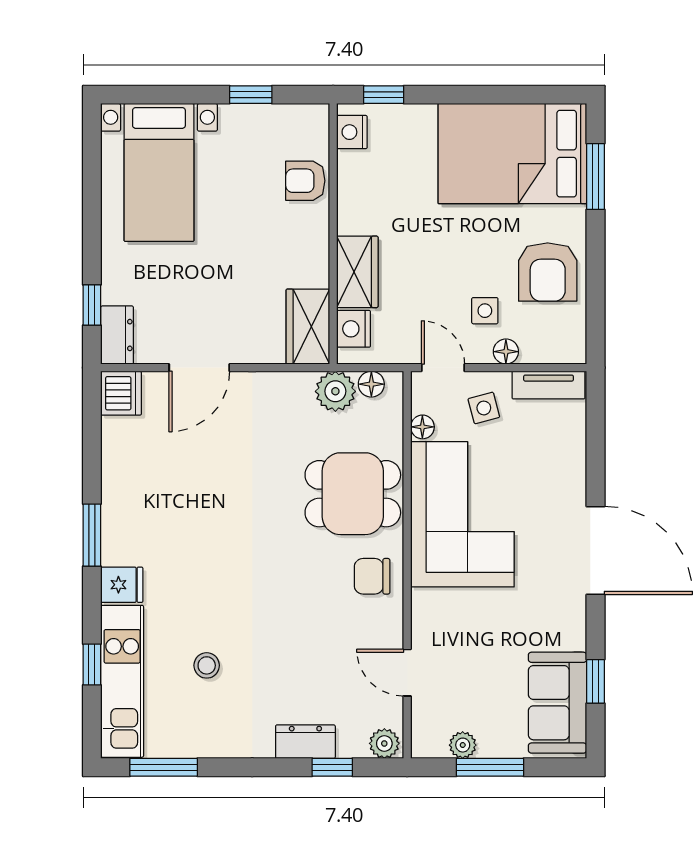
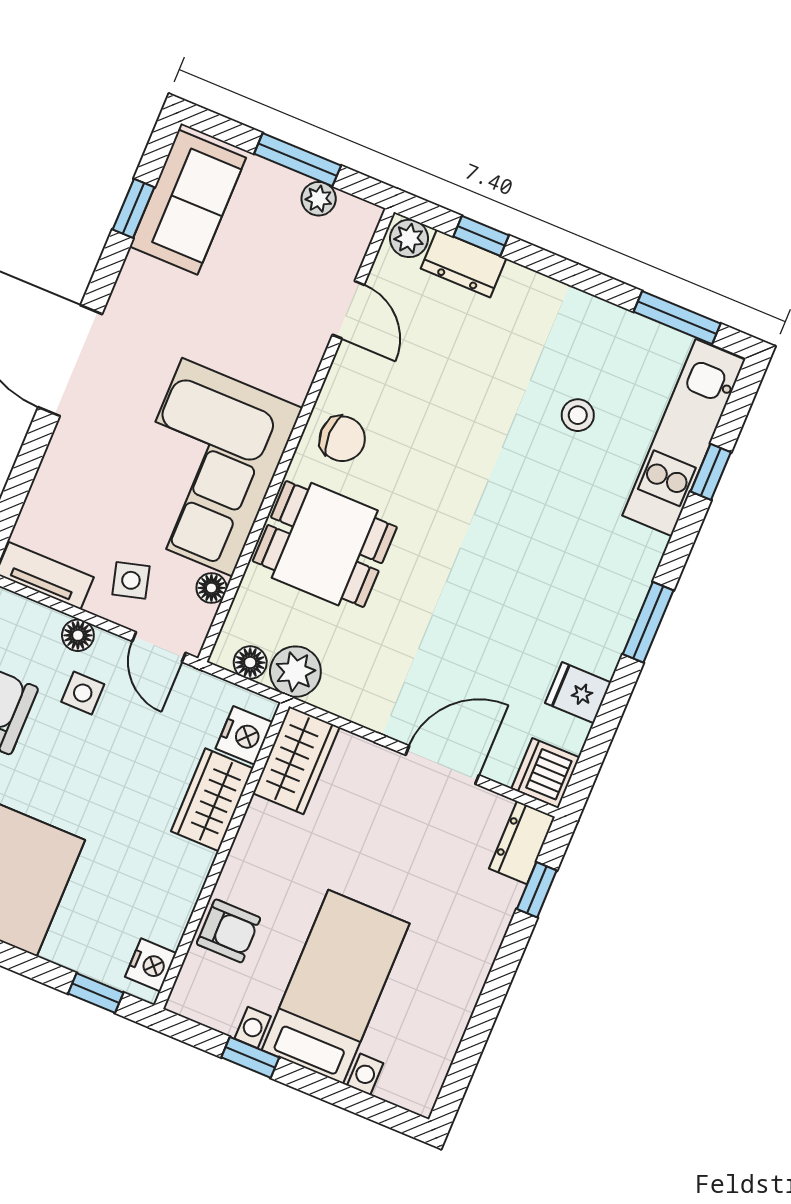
bed with nightstands: (159, 172) -> (336, 987), moved
fridge: (122, 585) -> (578, 693), moved
dresser: (305, 742) -> (464, 264), moved

